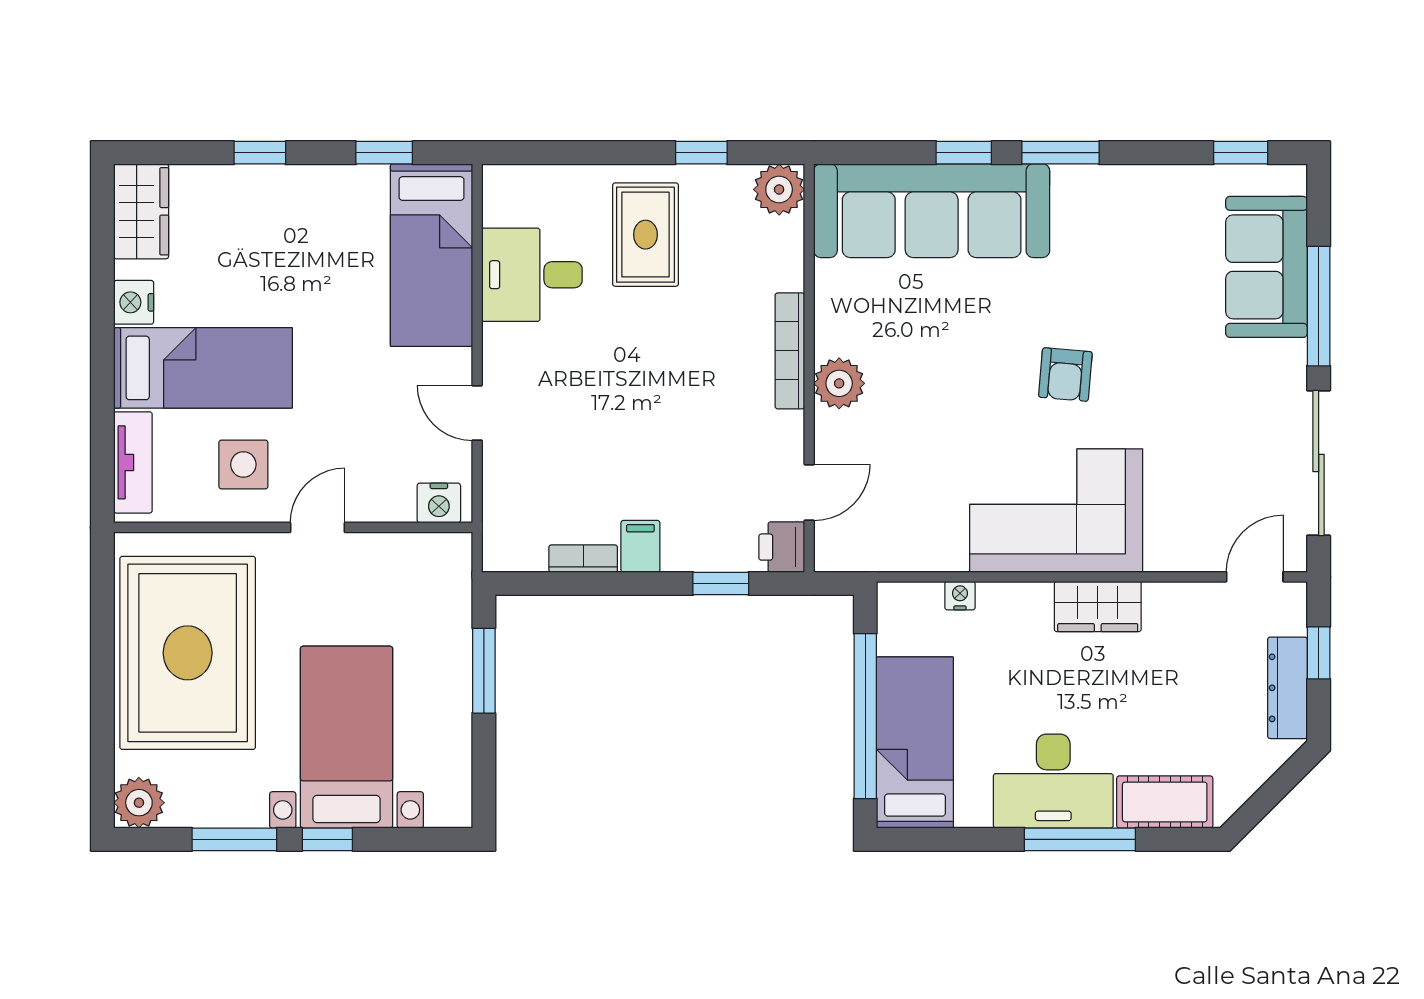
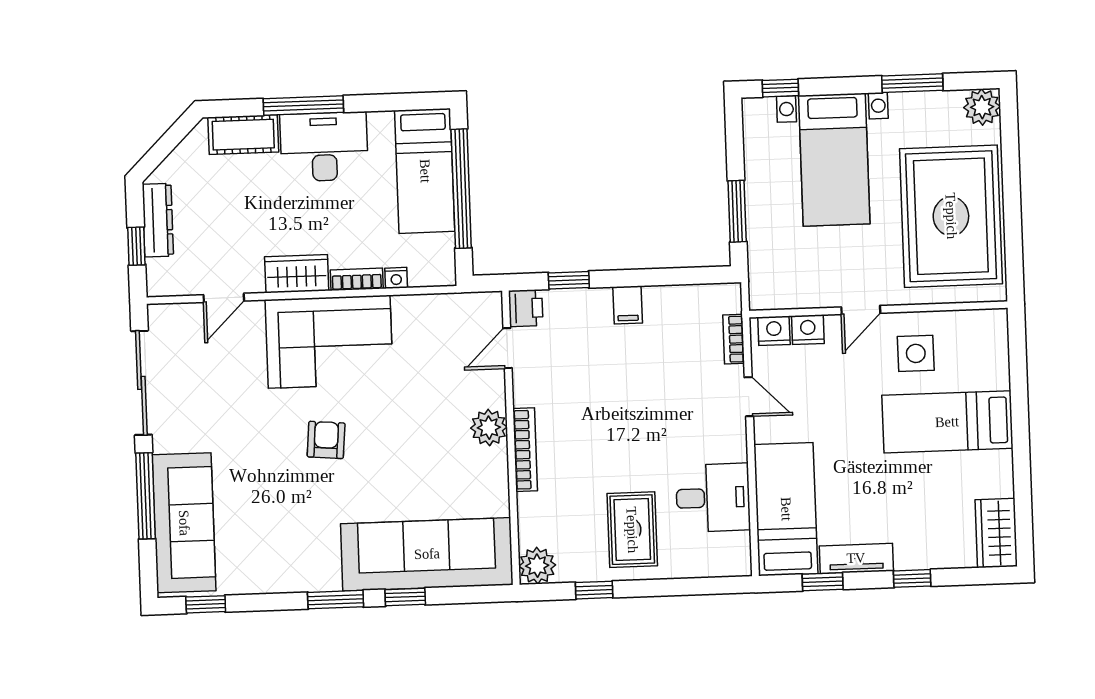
sofa: (1267, 267) -> (184, 523), width x1.36
nightstand: (134, 302) -> (808, 330), moved, turned -90
tv unit: (133, 462) -> (856, 558), moved, turned 90
bookcase: (583, 559) -> (734, 339), moved, turned 90
door: (1255, 577) -> (224, 298), moved
bookcase: (1015, 596) -> (357, 279), added
window: (327, 839) -> (780, 88), moved

